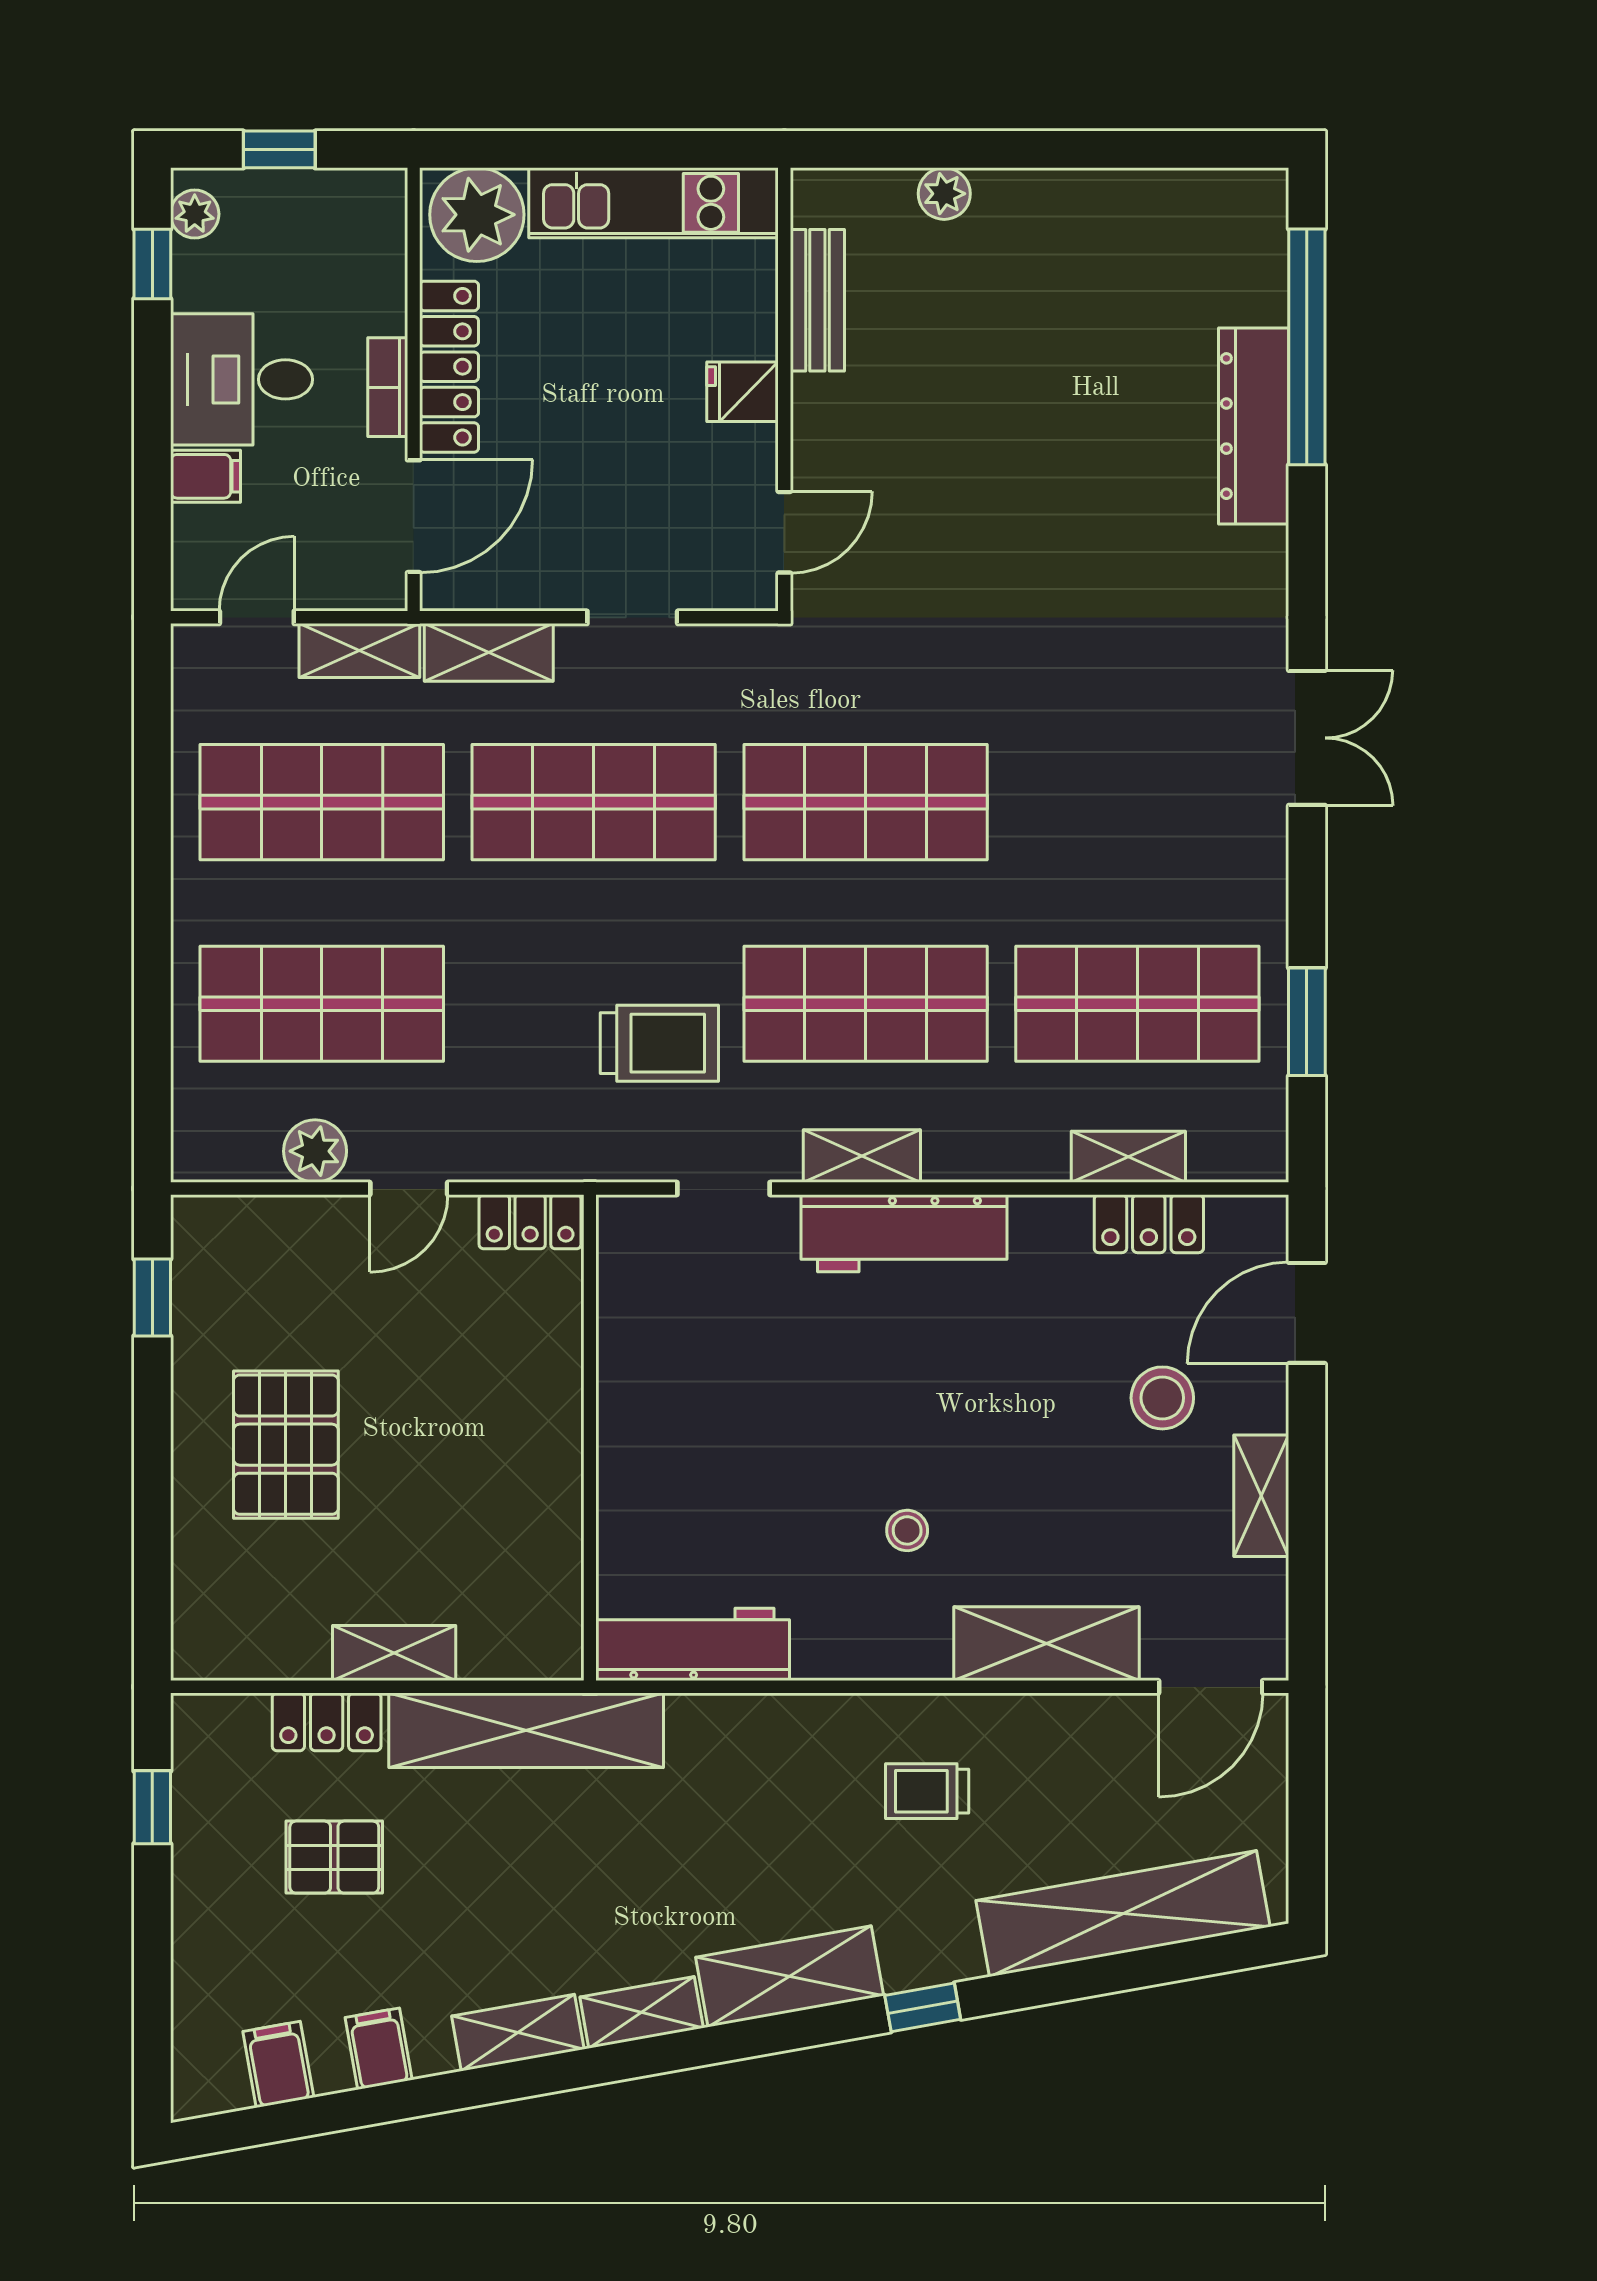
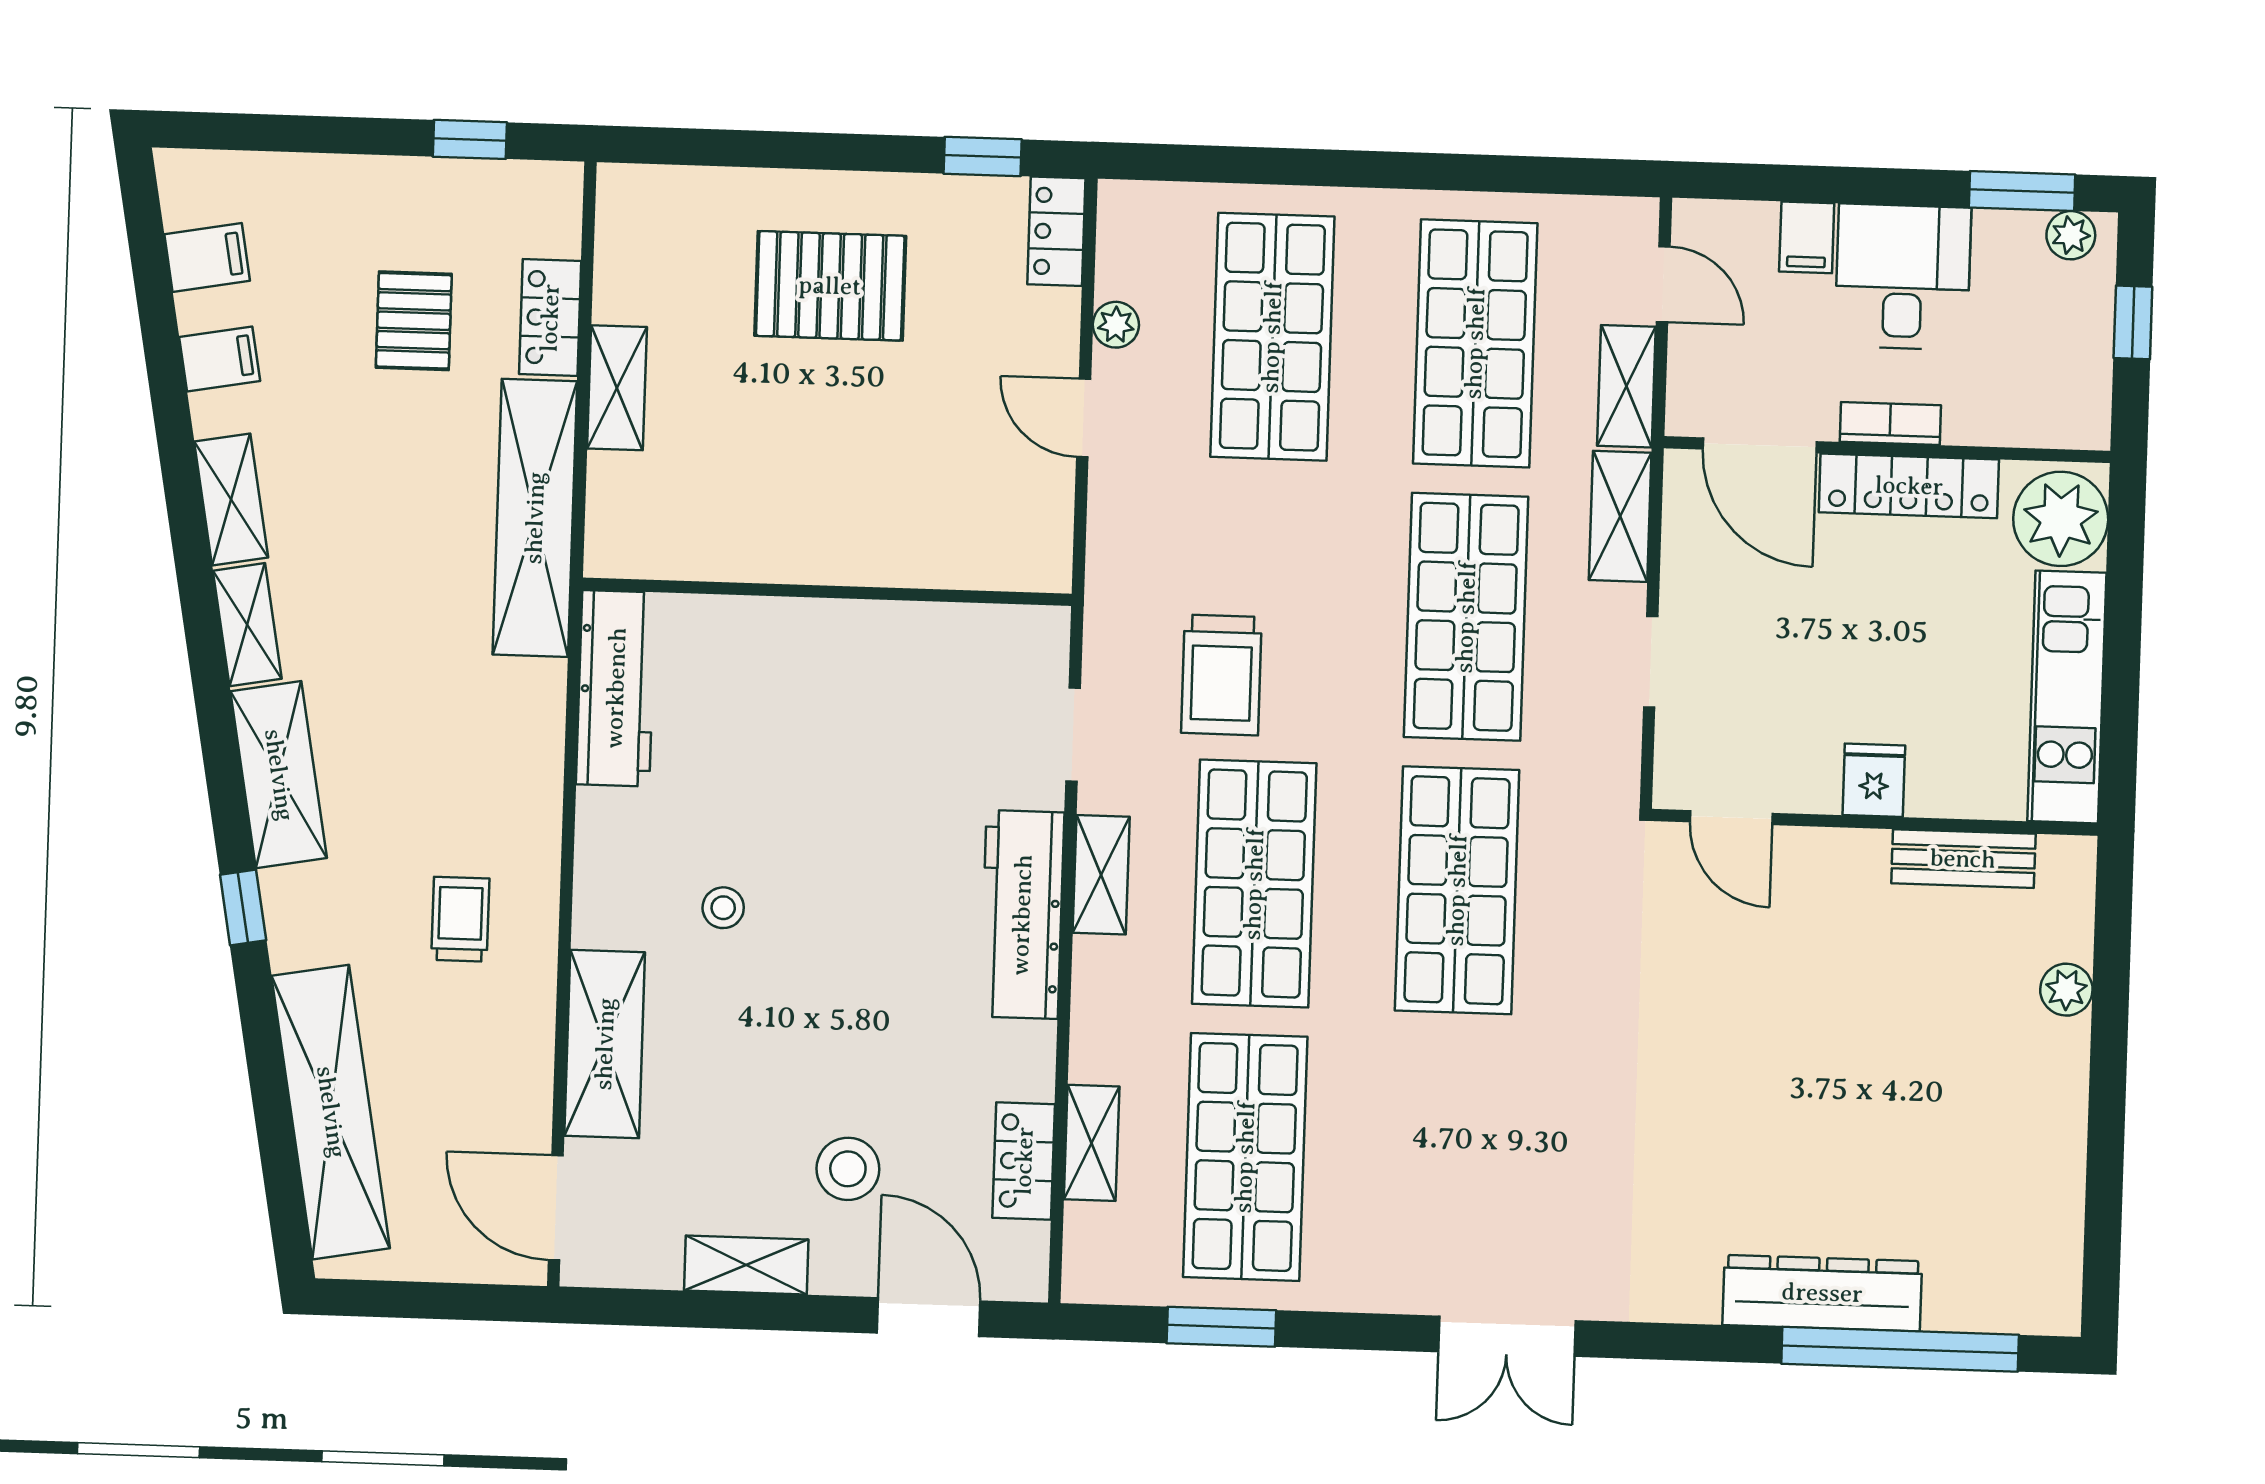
window: (152, 264) -> (2022, 191), width x1.50
plant: (315, 1151) -> (1116, 325), width x0.73, depth x0.73
locker: (530, 1222) -> (1056, 231), moved

